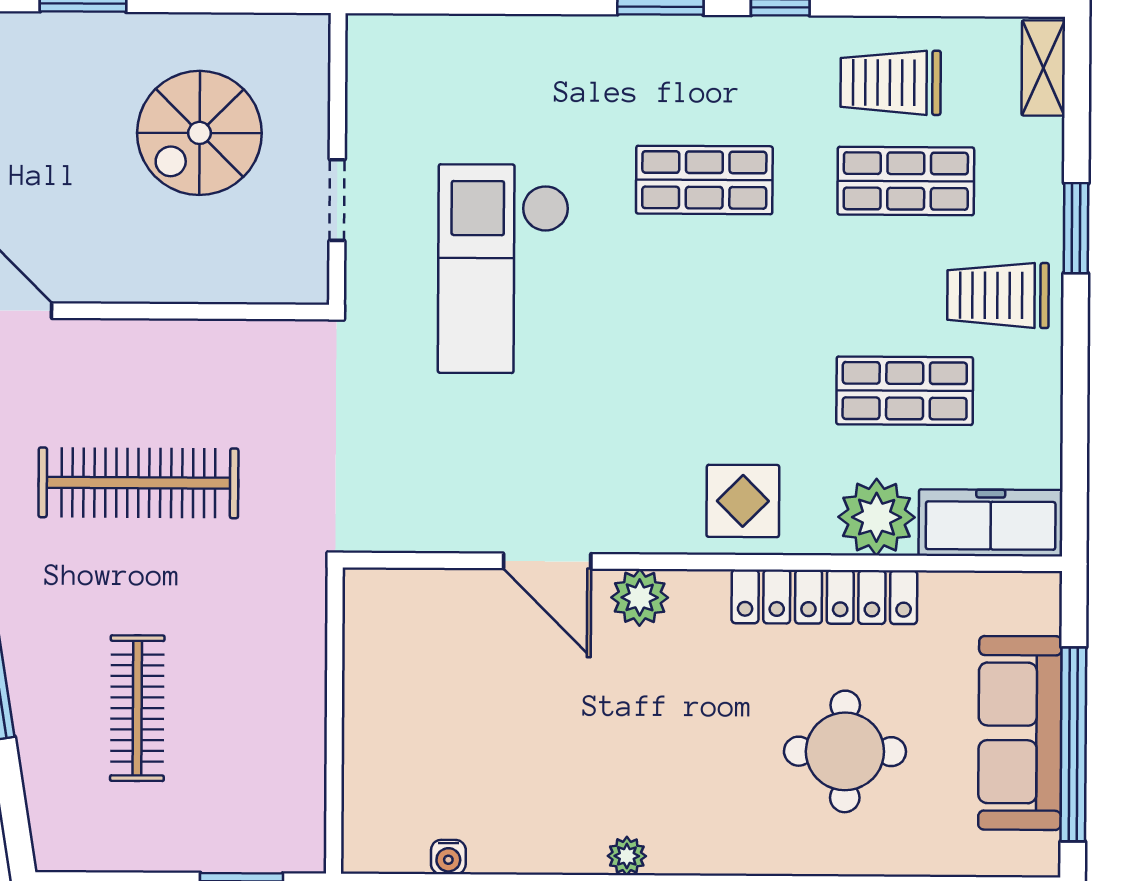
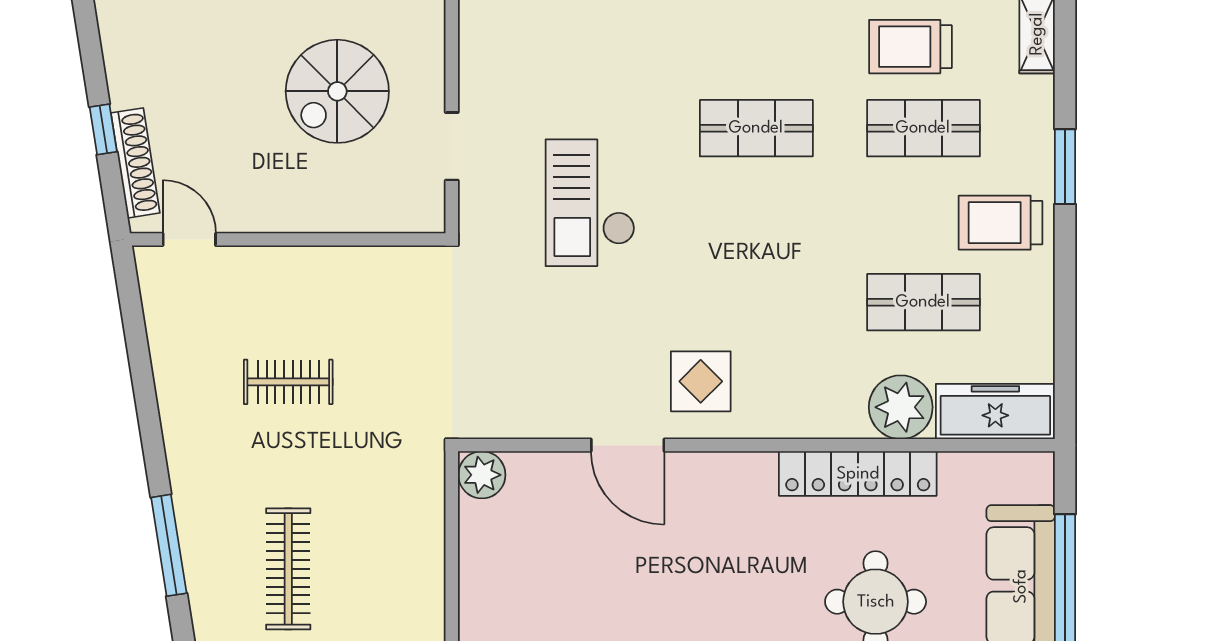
checkout: (504, 269) -> (590, 203), width x0.73, depth x0.83
clothes rail: (138, 483) -> (288, 382), width x0.54, depth x0.76
display table: (743, 501) -> (701, 381), moved
plant: (640, 597) -> (482, 475), moved

